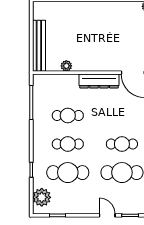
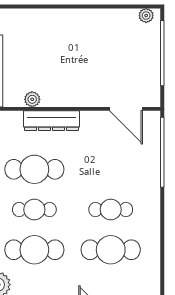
dresser: (99, 81) -> (51, 121), moved
cafe table: (68, 115) -> (34, 169), width x1.37, depth x1.35

